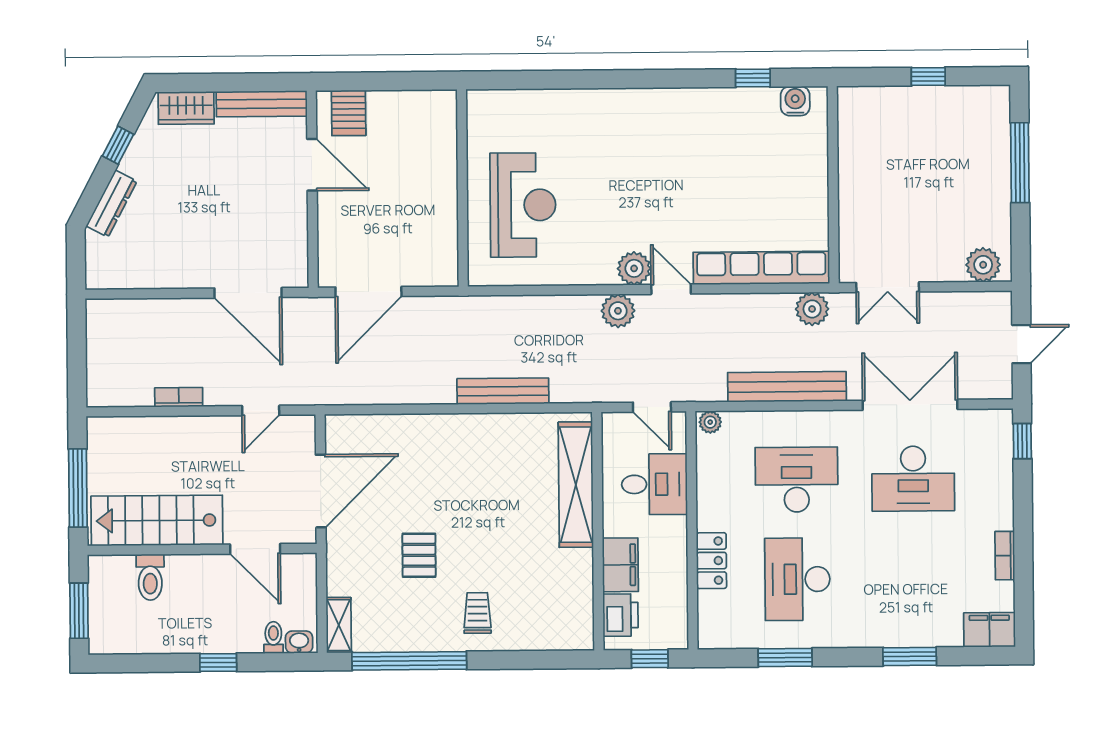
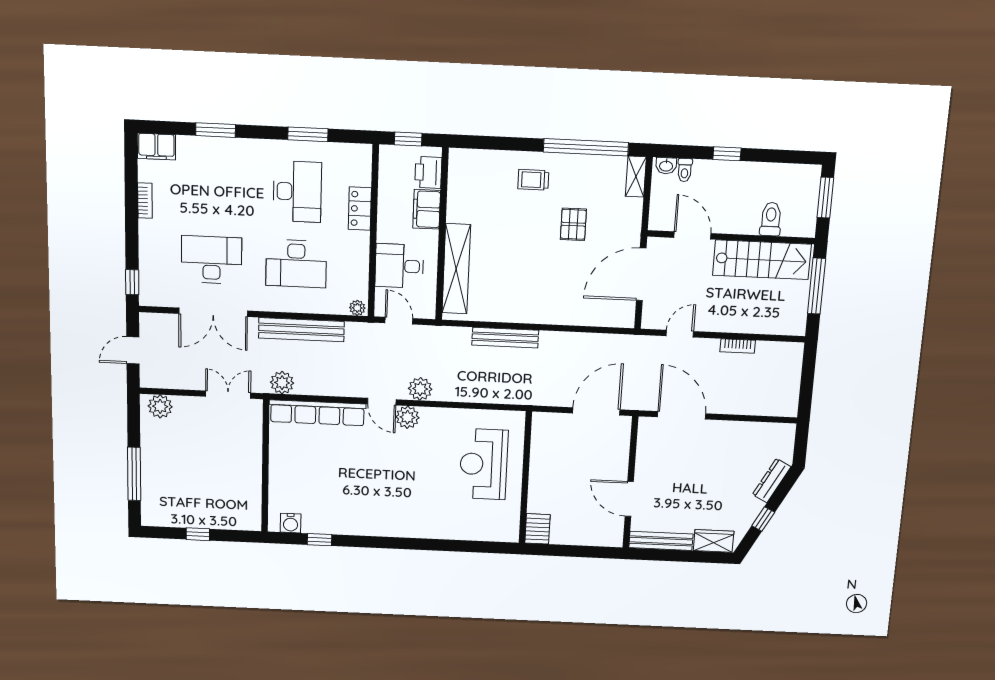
server rack: (349, 113) -> (538, 529), moved
trolley: (477, 613) -> (533, 180), turned 90

